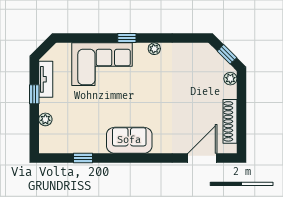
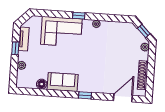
sofa: (129, 140) -> (63, 82), moved
floor lamp: (78, 146) -> (42, 84), added
window: (83, 158) -> (85, 95), moved

